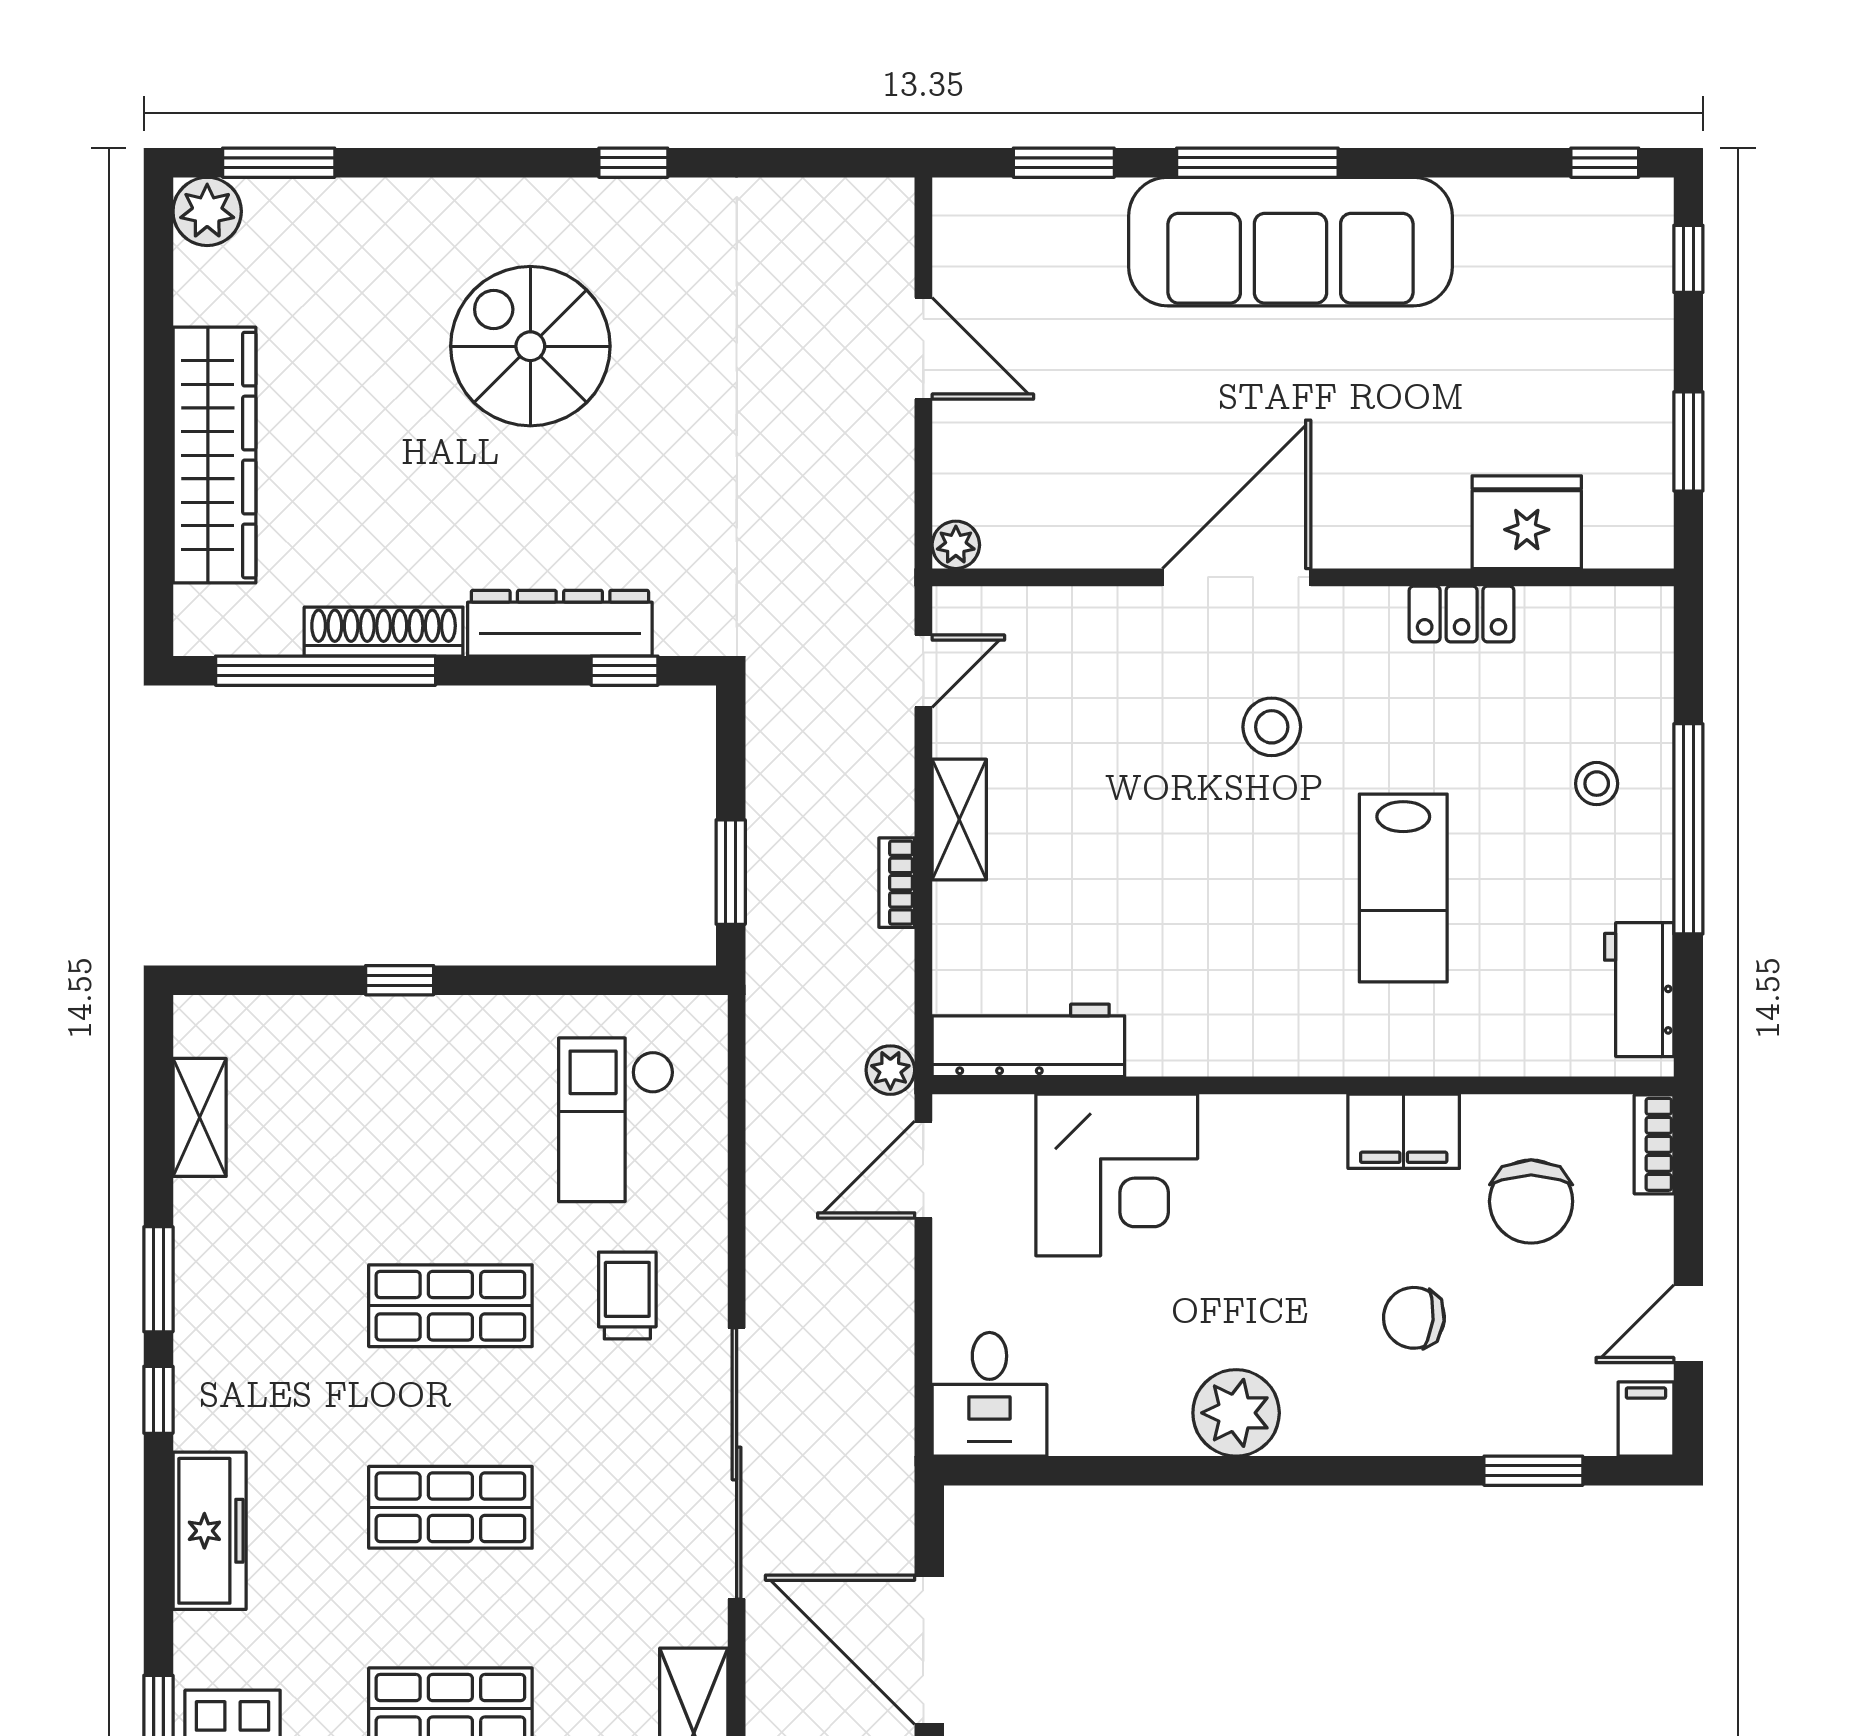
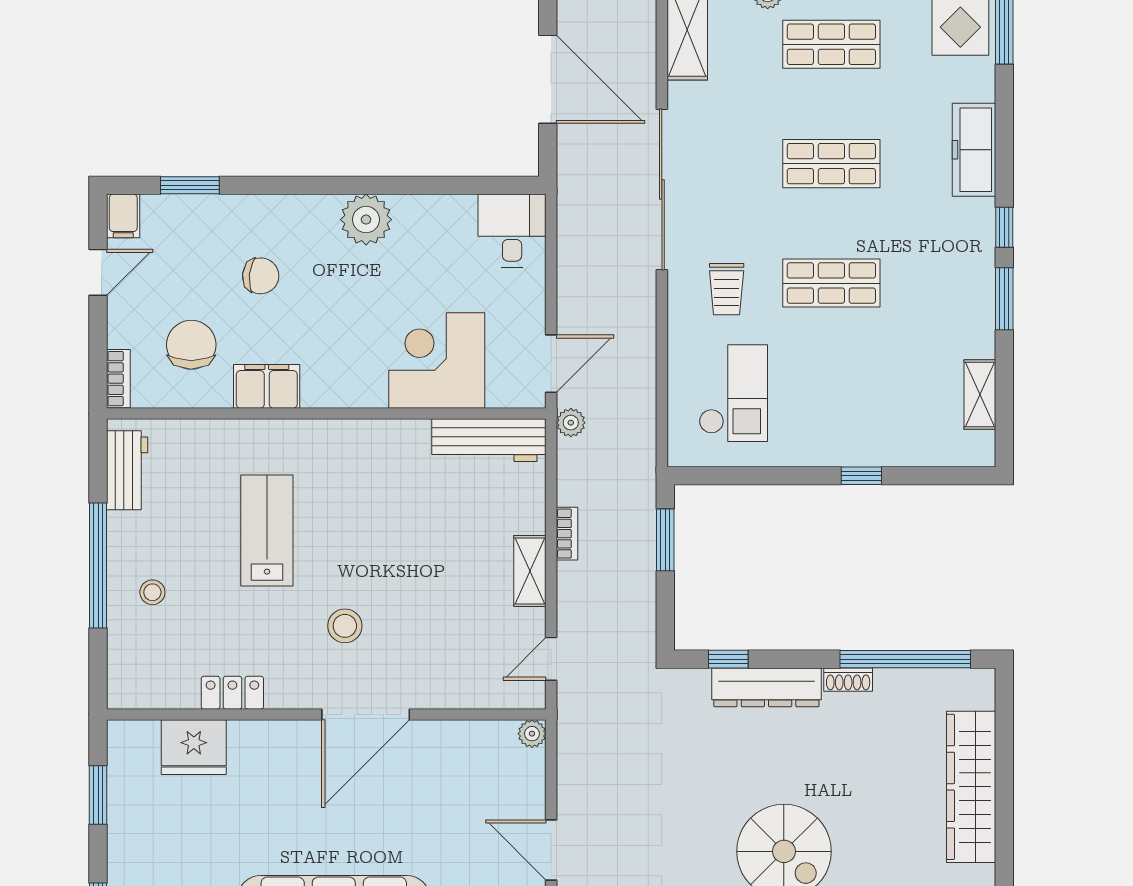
shoe rack: (384, 632) -> (848, 680), width x0.51, depth x0.81

